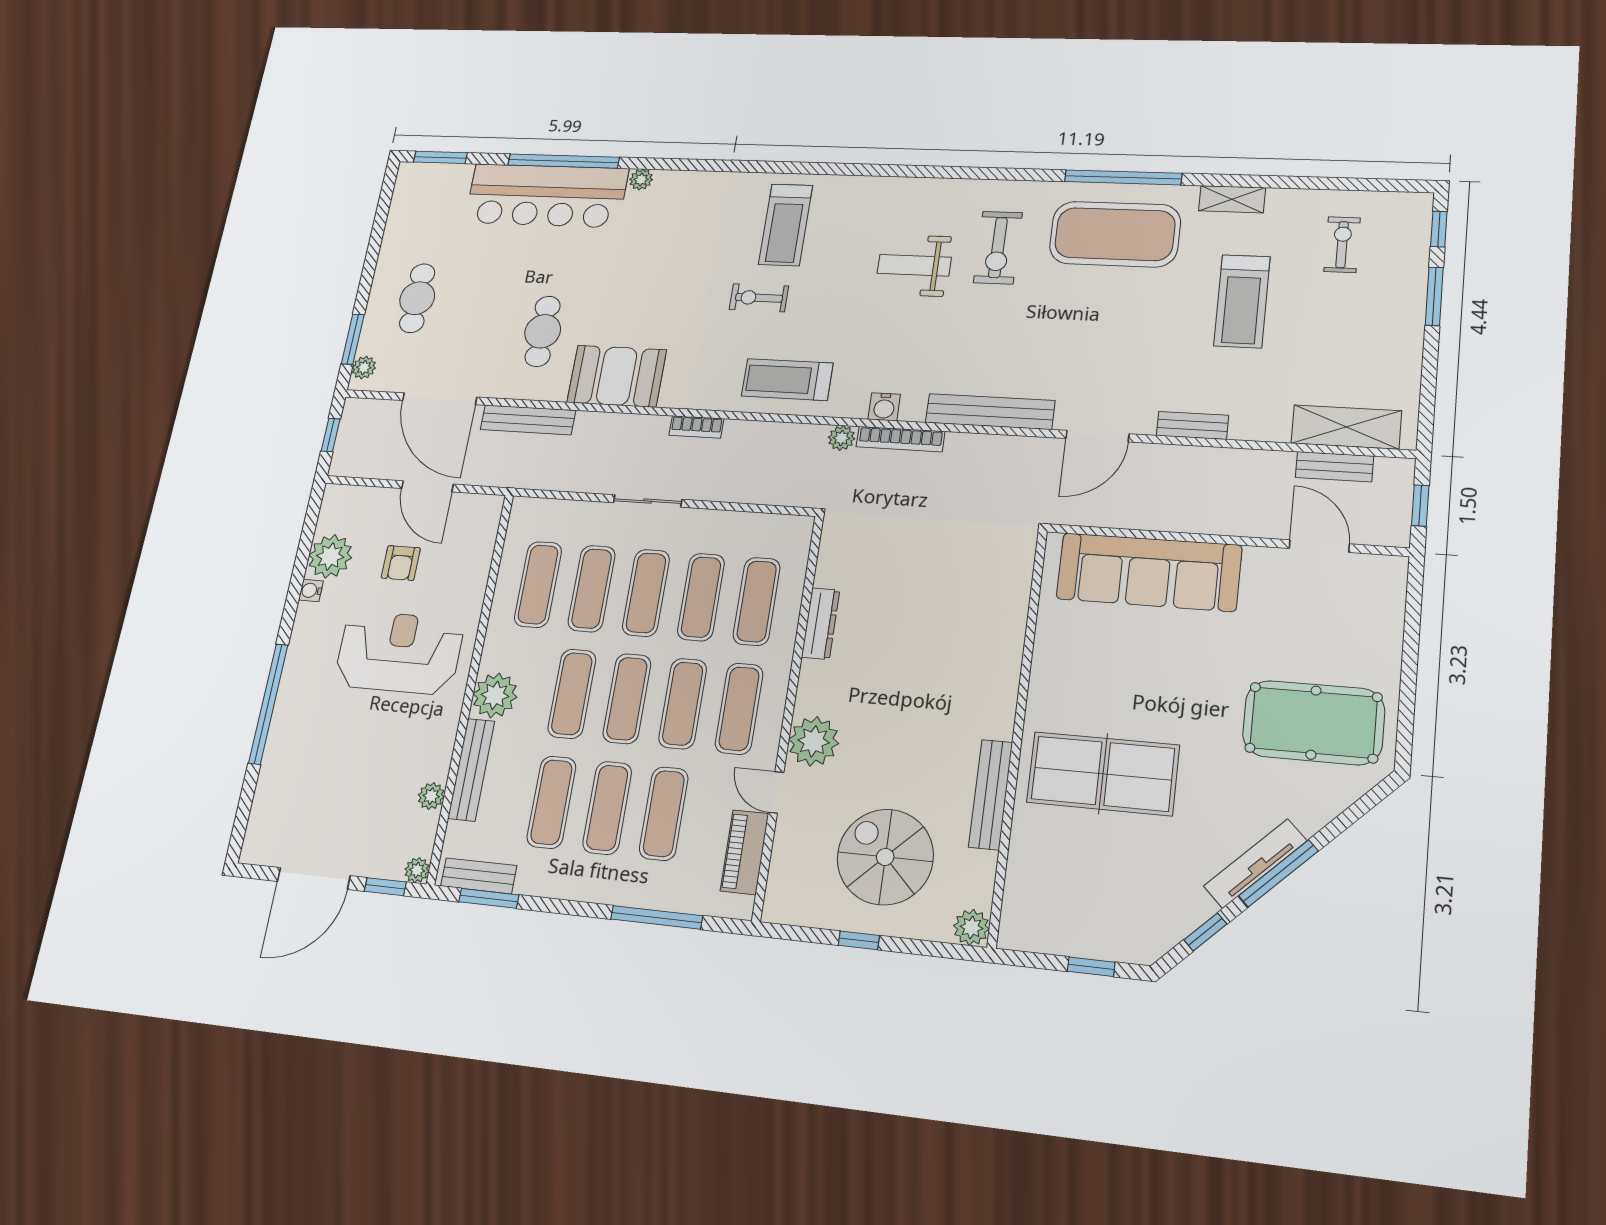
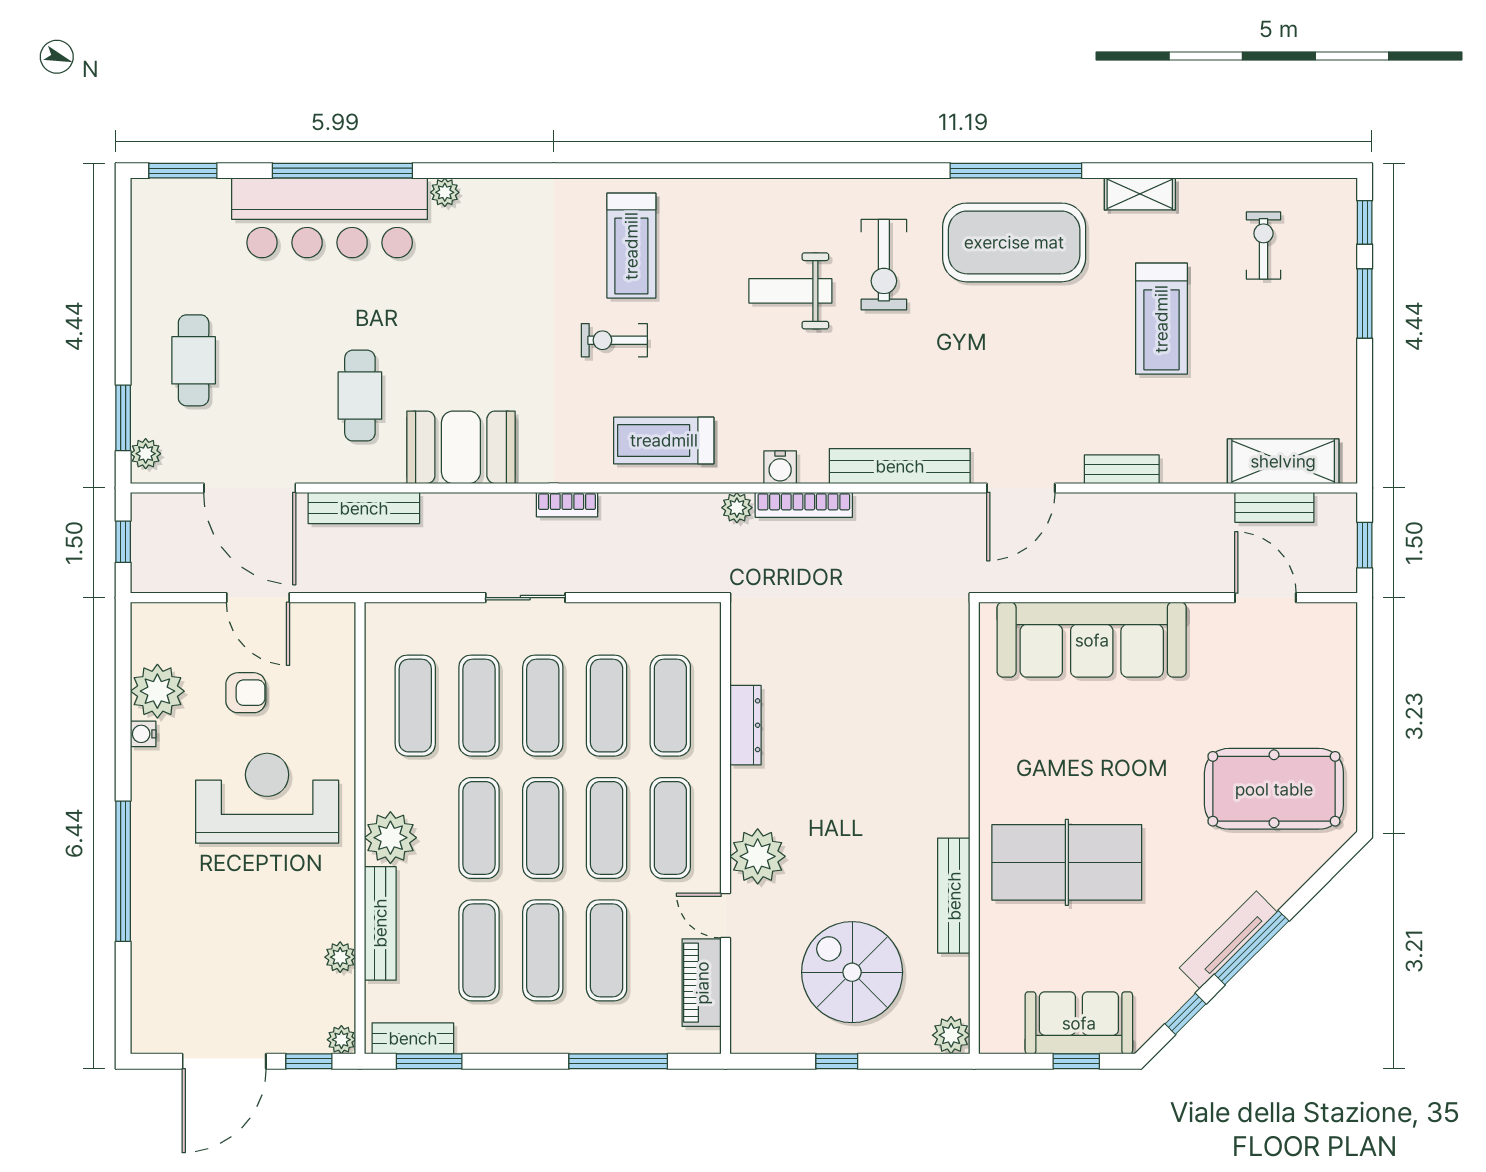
armchair: (401, 563) -> (246, 693), turned -90
sofa: (1098, 929) -> (1079, 1023), added

